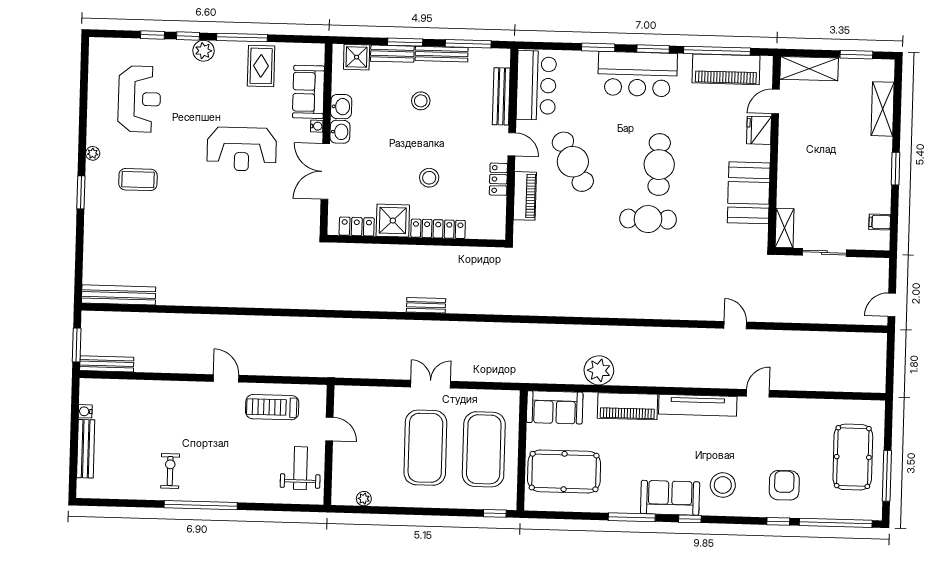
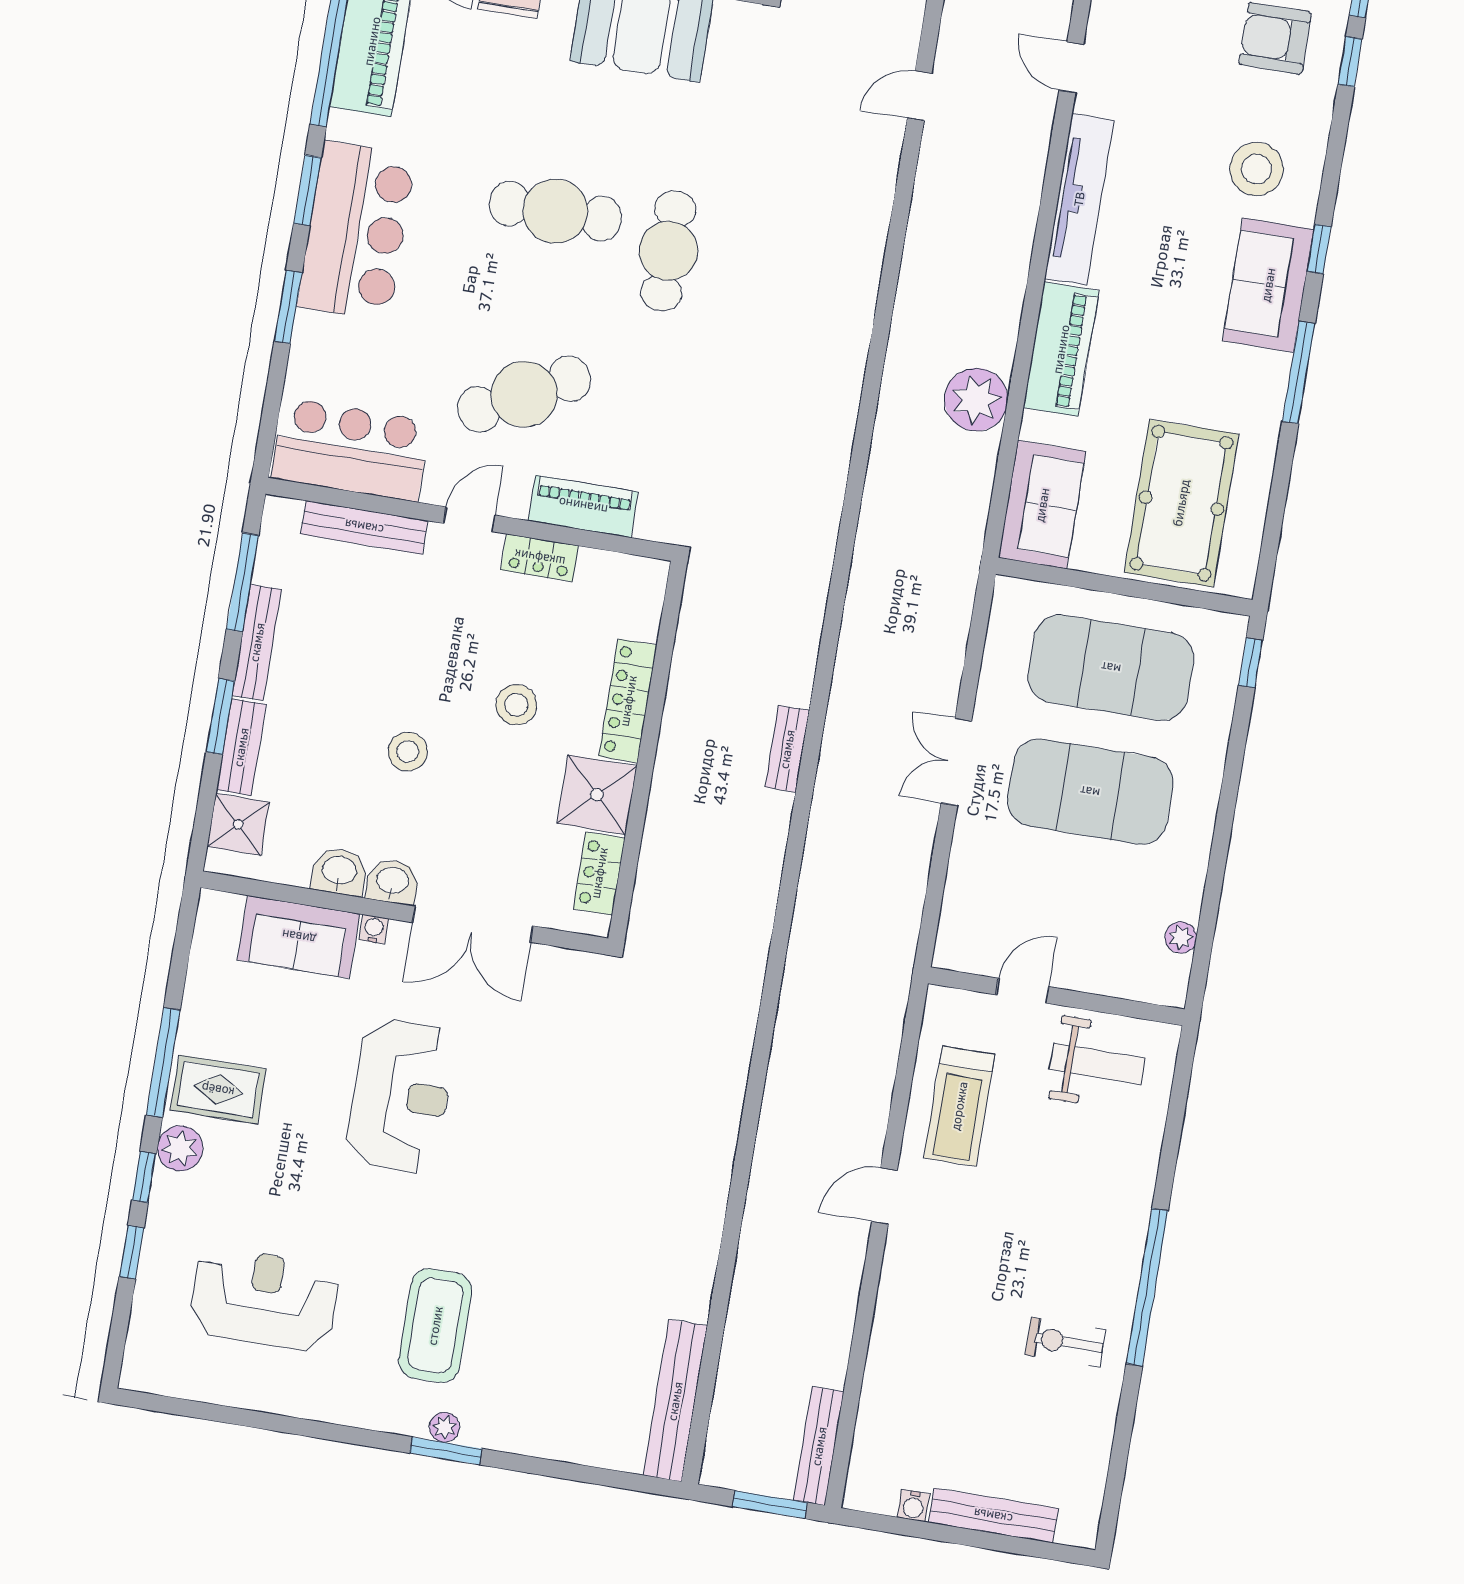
rug: (261, 66) -> (218, 1090), moved
stool: (421, 101) -> (408, 752), moved
plant: (93, 153) -> (444, 1427), moved
coffee table: (138, 180) -> (435, 1326), width x1.36, depth x1.32
weight bench: (300, 468) -> (1097, 1064), turned 180

